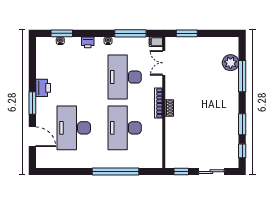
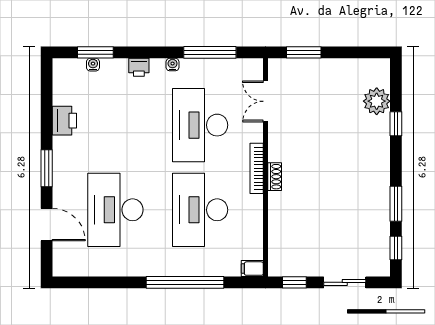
filing cabinet: (156, 42) -> (252, 269), moved
window: (242, 76) -> (396, 124), width x0.46
printer: (43, 88) -> (64, 121), moved

